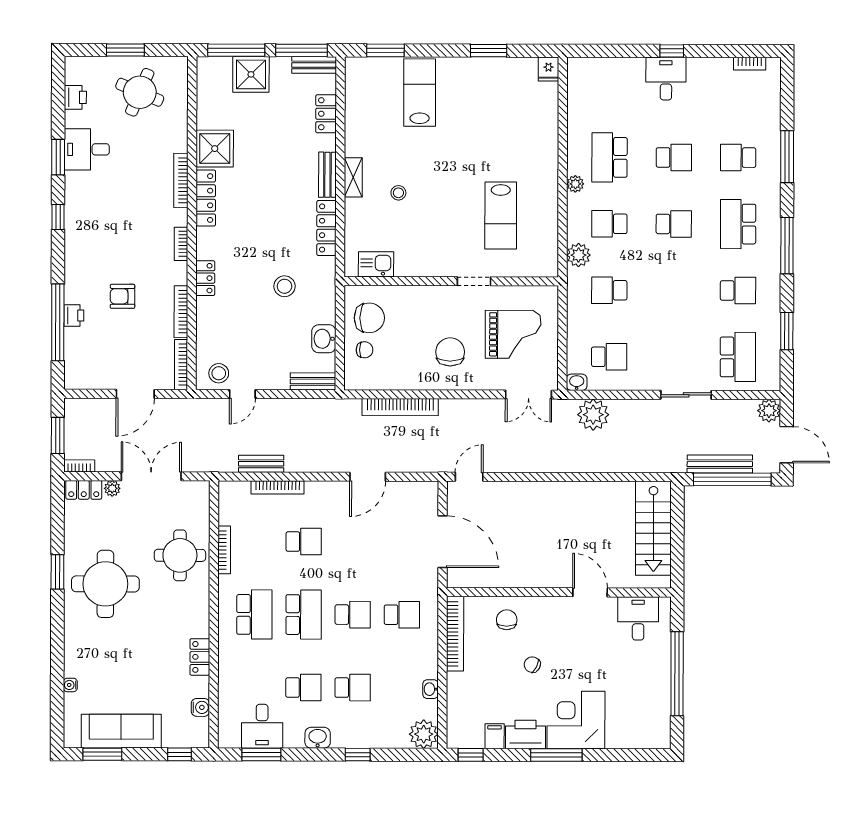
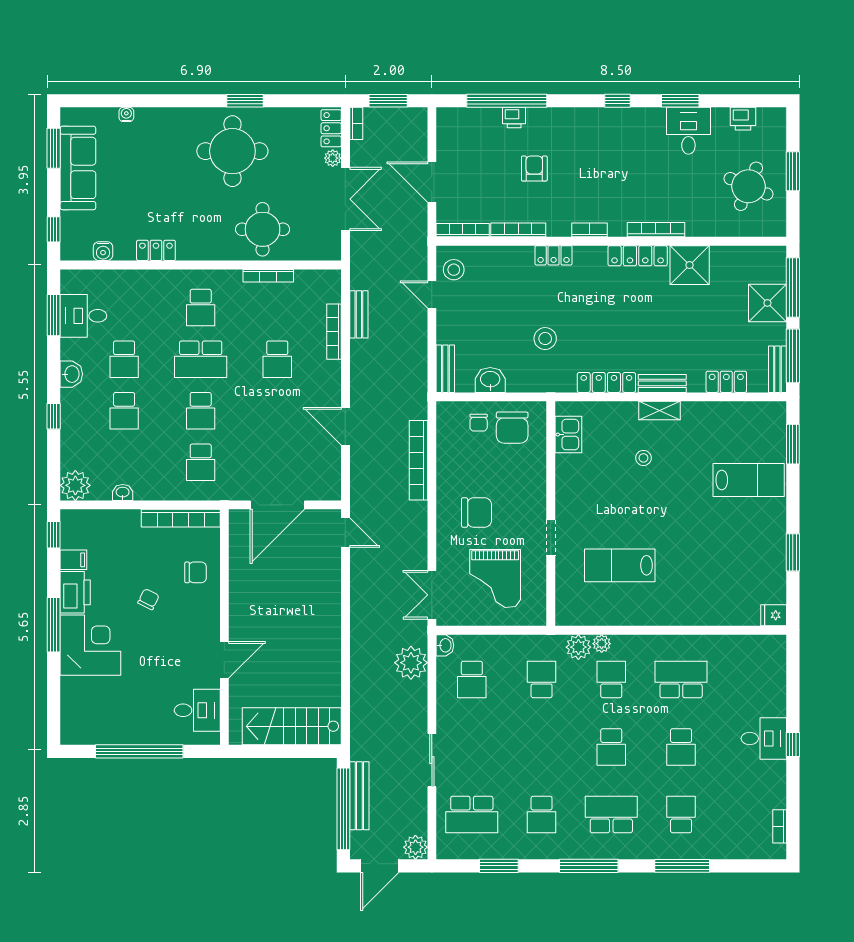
plant: (575, 184) -> (602, 644), moved
school desk: (254, 614) -> (201, 308), width x0.54

